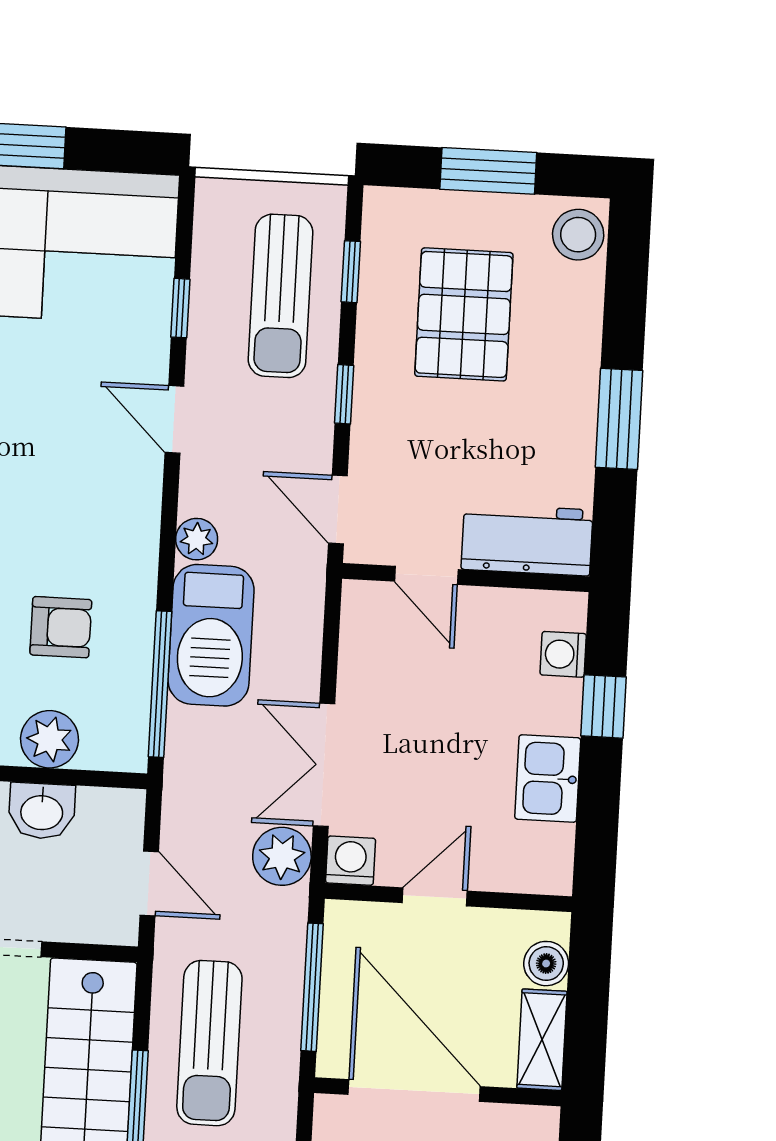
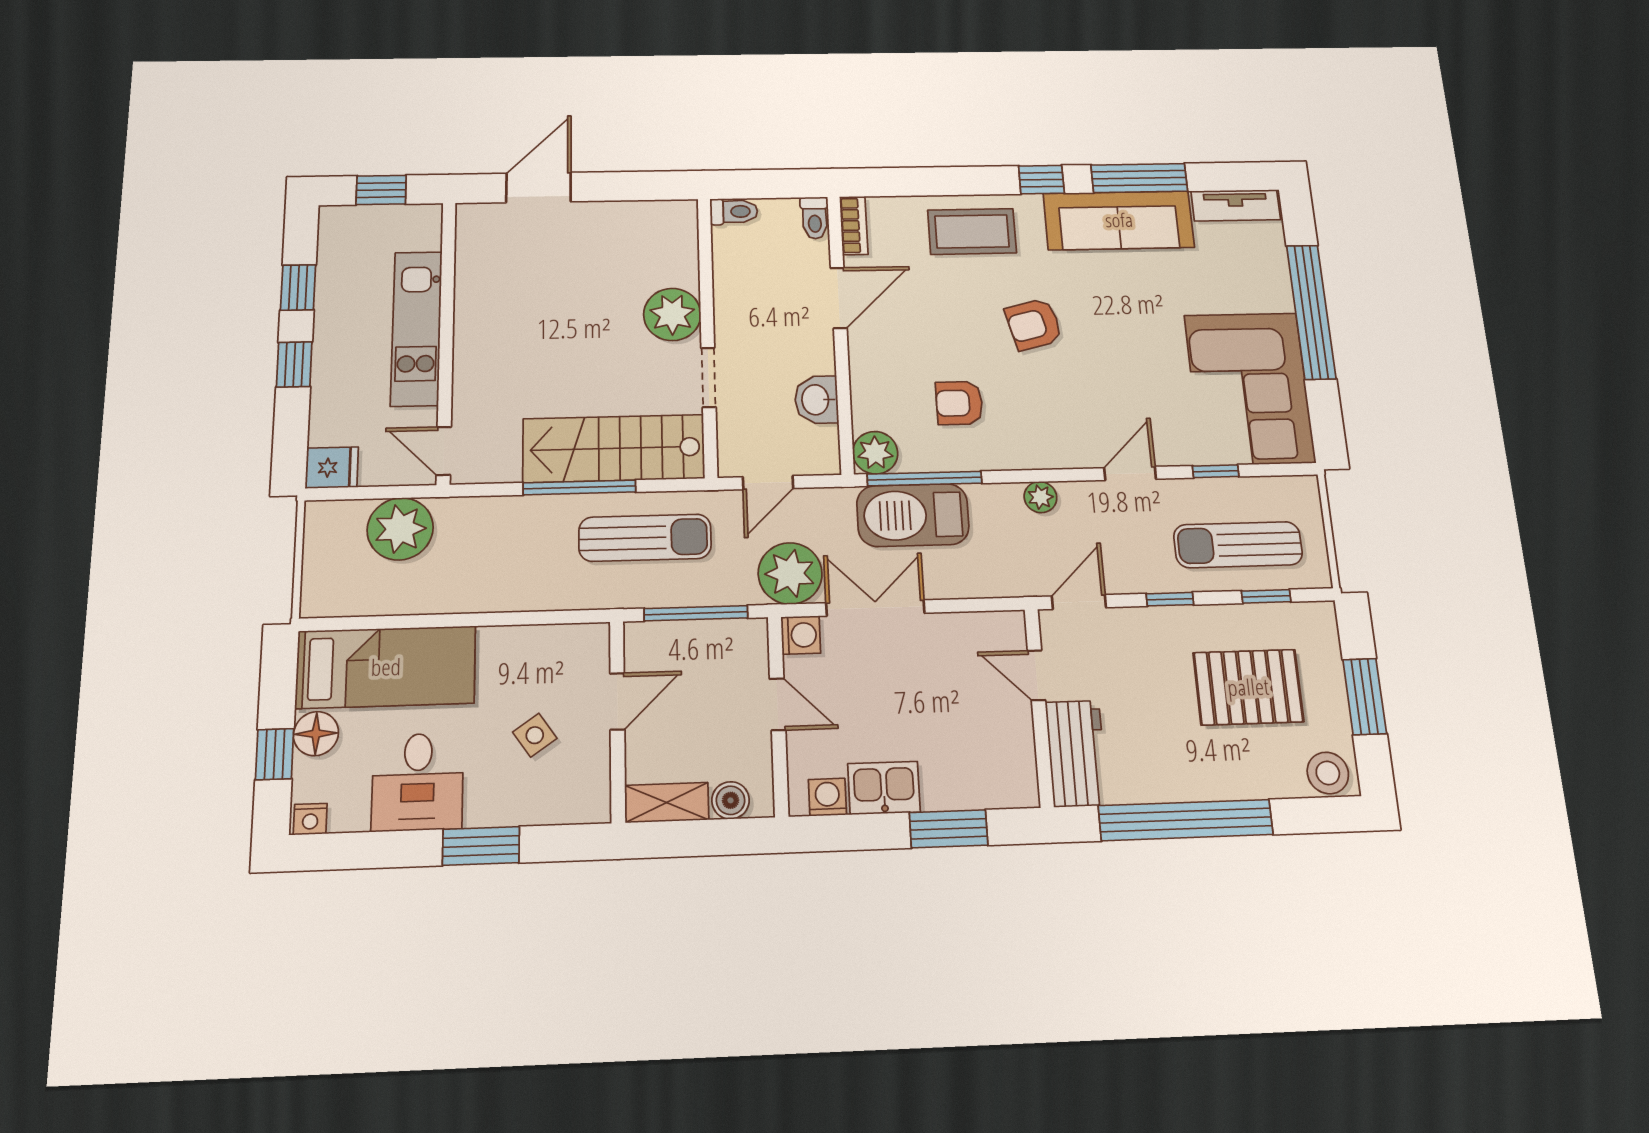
window: (619, 419) -> (1186, 820), width x2.11
door: (426, 575) -> (1037, 675), hinge flipped
armchair: (61, 627) -> (959, 403), turned 90
barbecue: (211, 635) -> (913, 515), moved
washing machine: (563, 654) -> (827, 797), moved
window: (603, 706) -> (949, 829), width x1.50
plant: (50, 739) -> (875, 453), moved
plant: (282, 856) -> (790, 573), width x1.36, depth x1.36
sun lounger: (209, 1043) -> (645, 538), turned 180
door: (414, 1090) -> (617, 701), width x0.53

